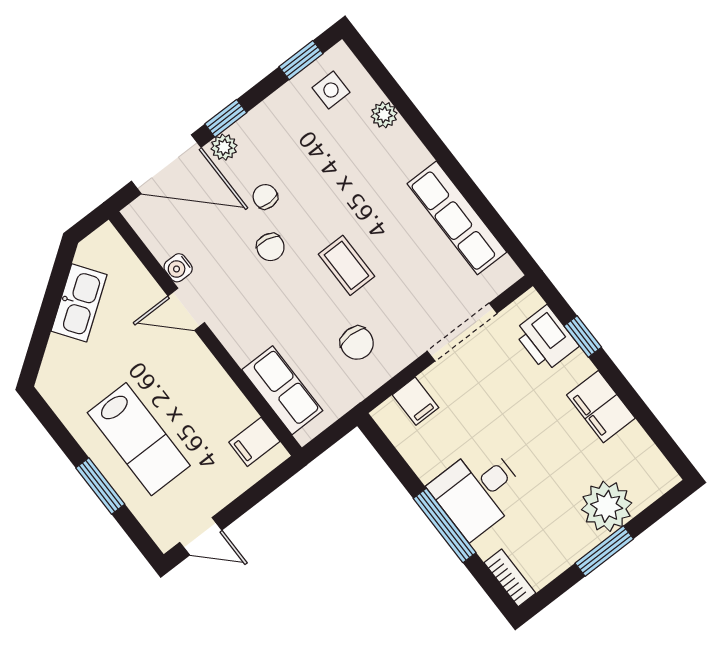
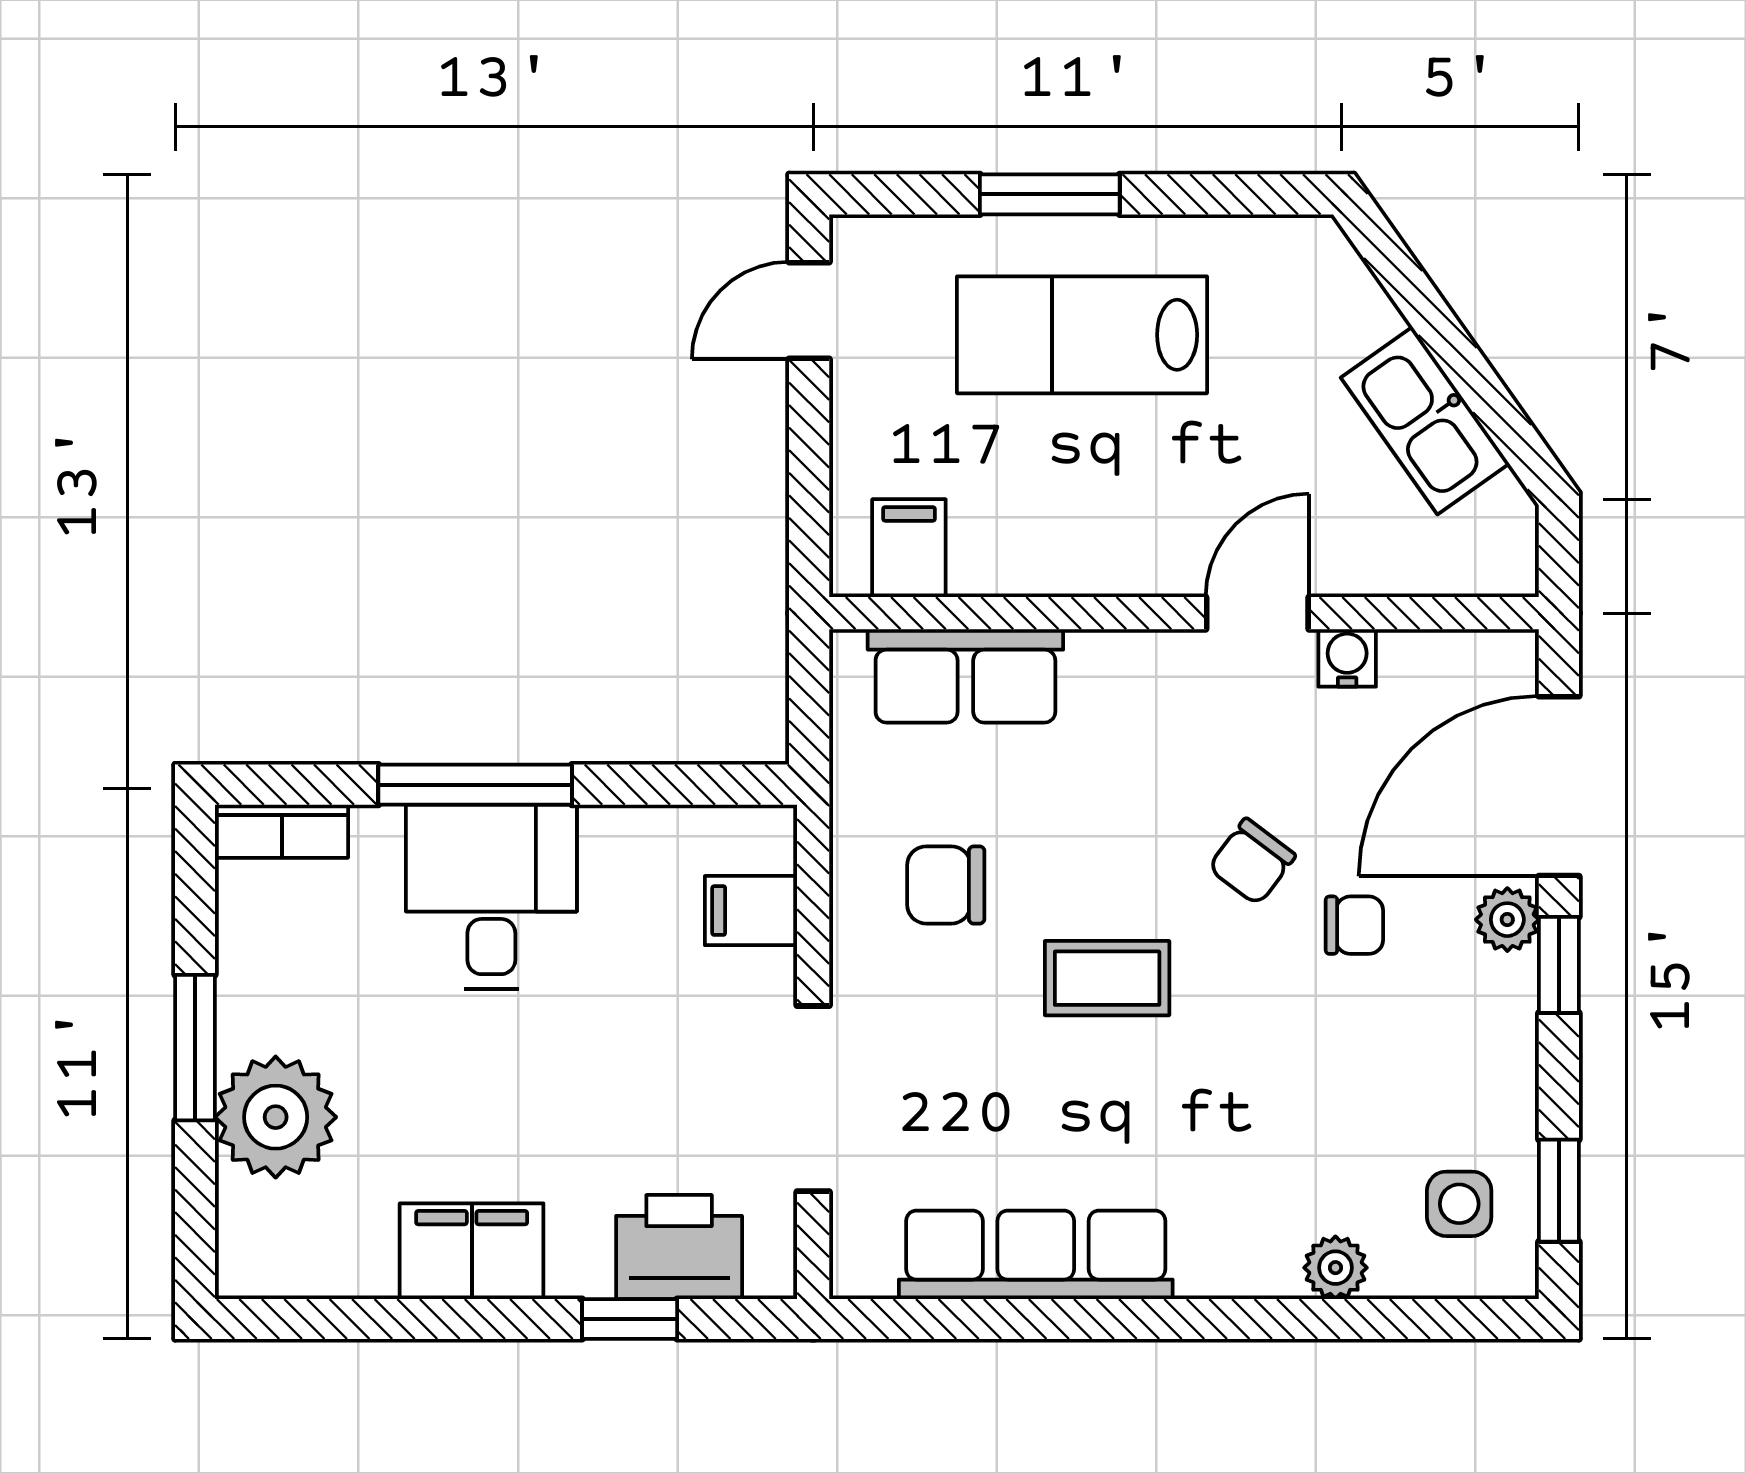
chair: (270, 247) -> (1252, 862), turned -64

